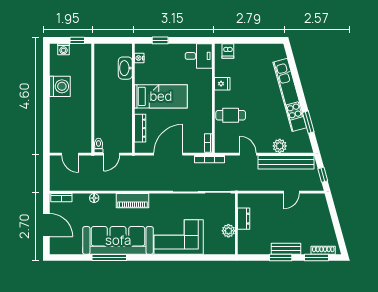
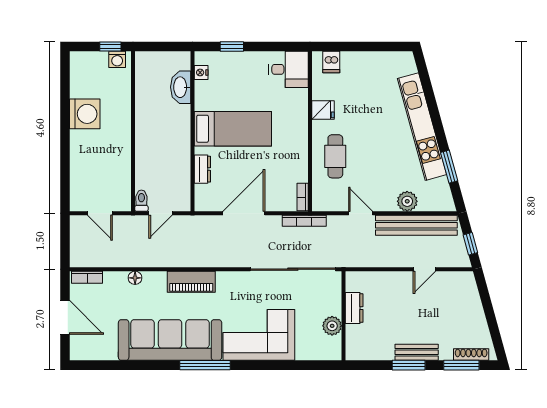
washing machine: (63, 49) -> (117, 59), moved
cafe table: (231, 115) -> (335, 156), turned 90
dresser: (140, 128) -> (202, 169), width x0.70
window: (109, 258) -> (205, 365), moved

